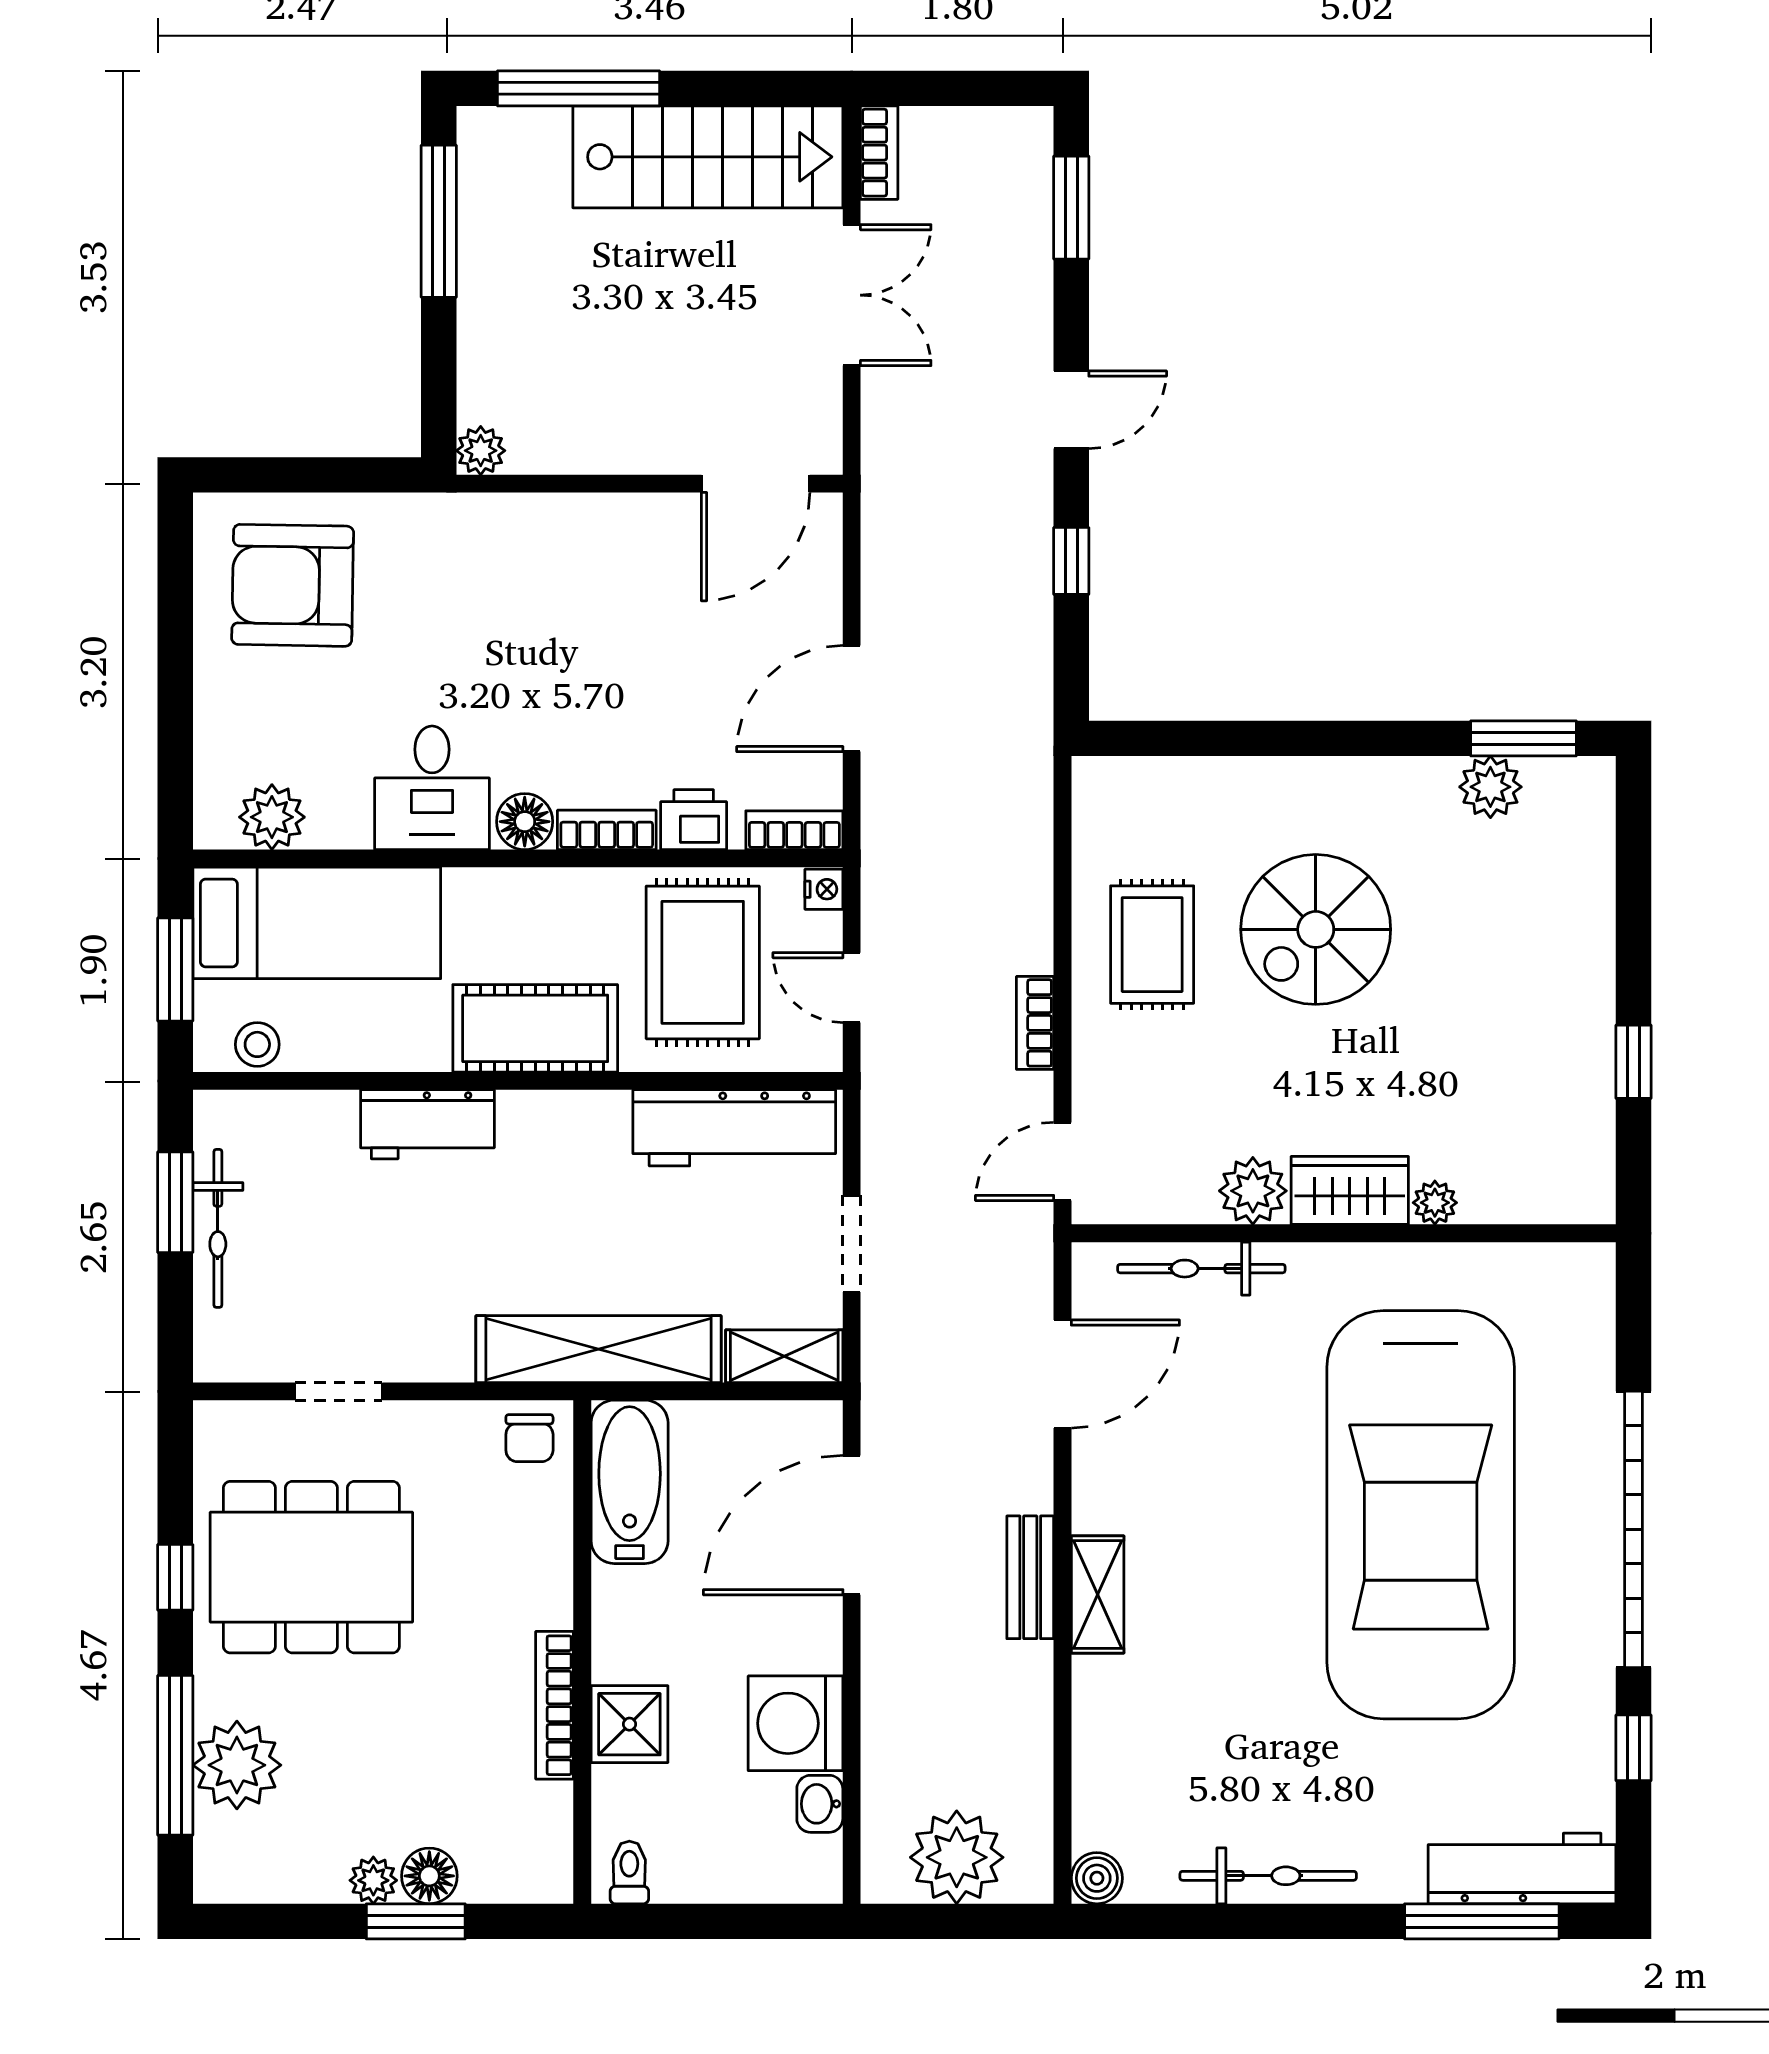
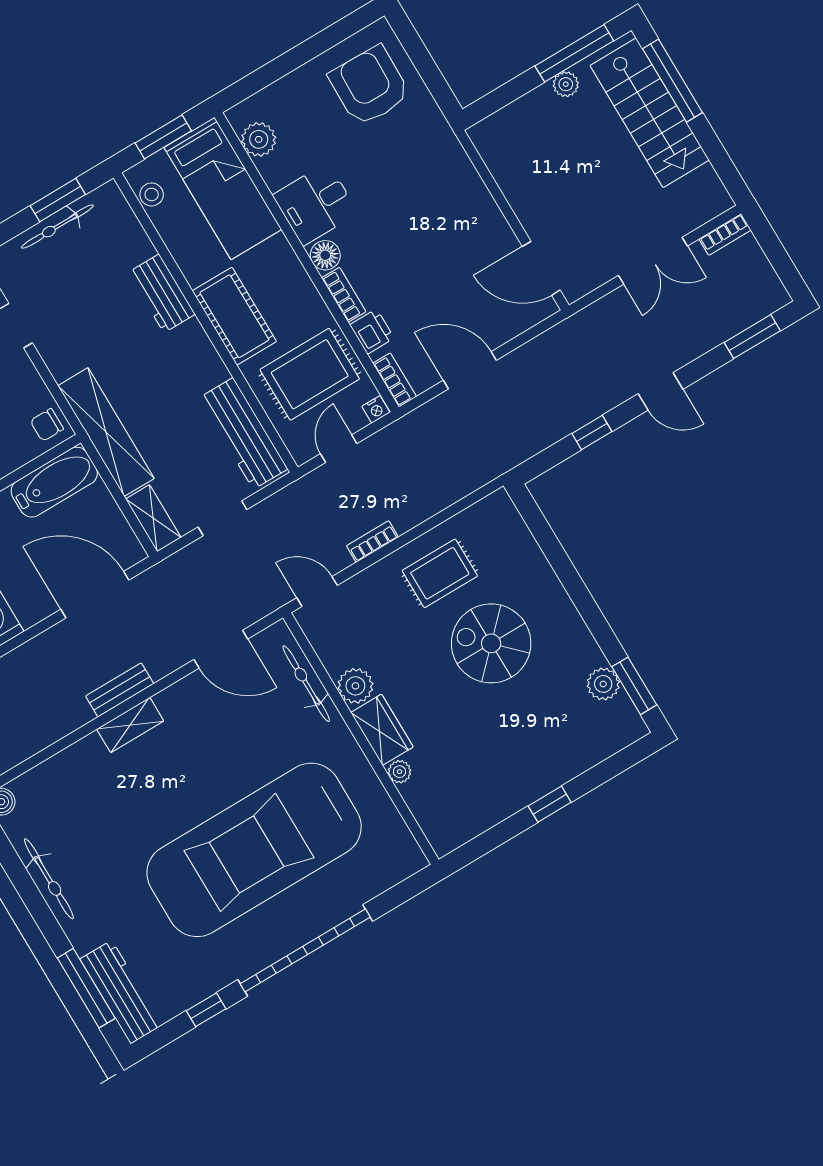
stairs: (708, 157) -> (650, 113), moved
plant: (481, 451) -> (566, 84), moved
window: (1633, 1062) -> (550, 804), moved

